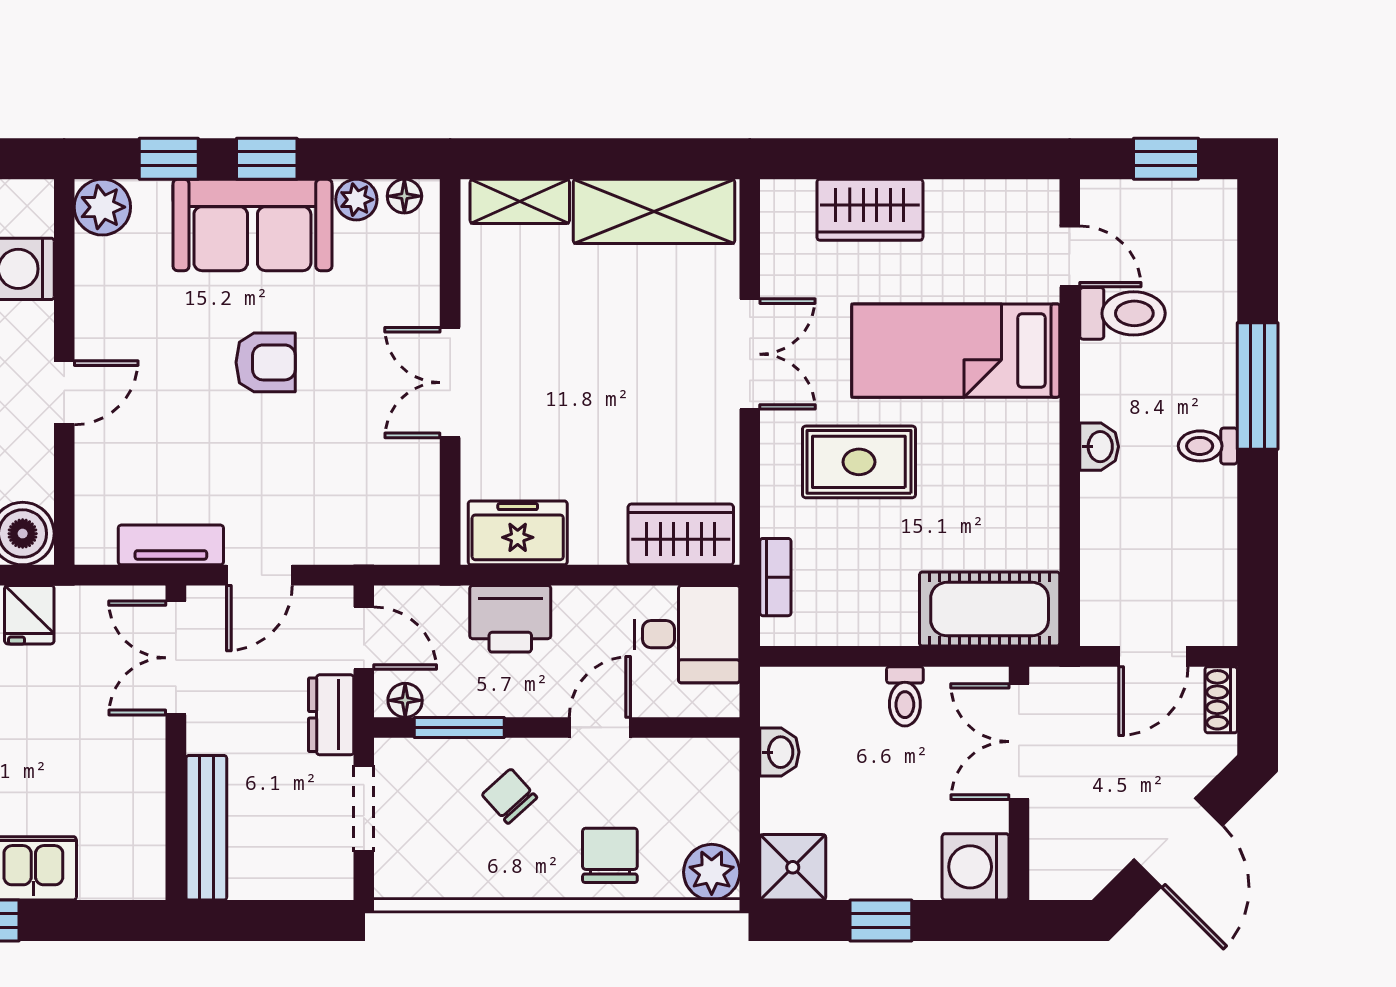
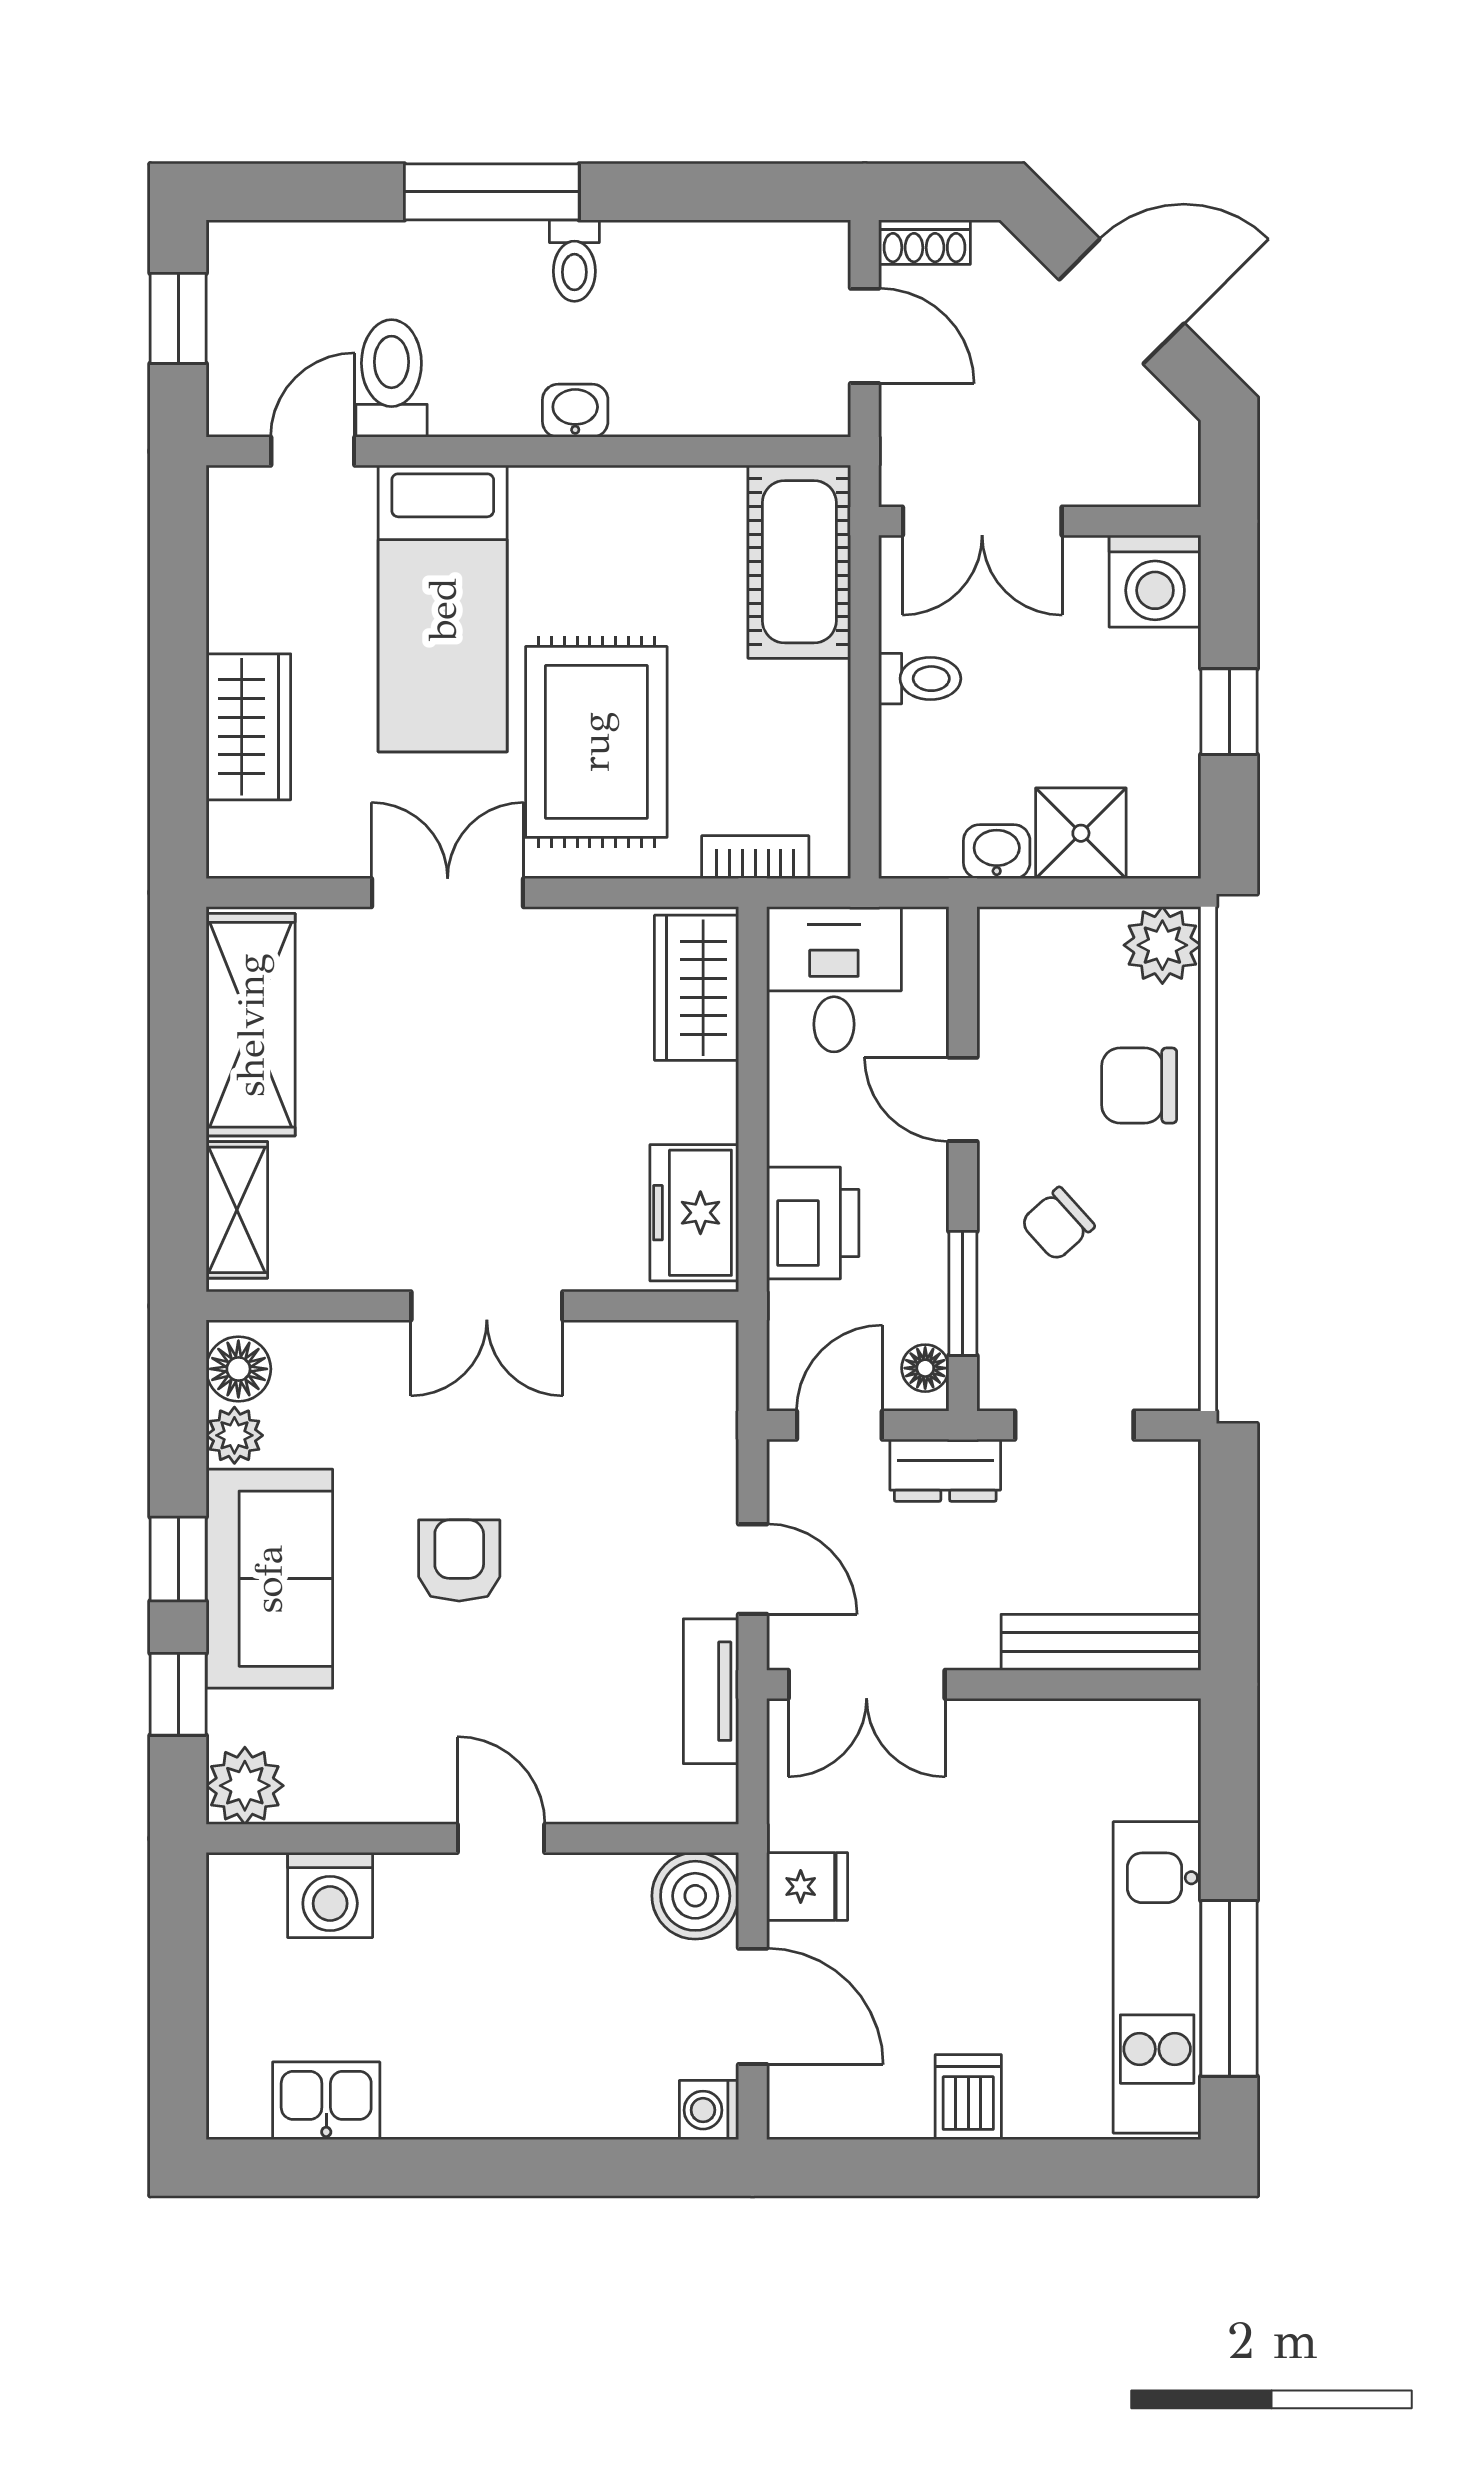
floor lamp: (404, 196) -> (238, 1369), width x1.37, depth x1.37
rug: (859, 462) -> (596, 742), width x1.36, depth x1.43
shower: (793, 867) -> (1081, 833), moved

